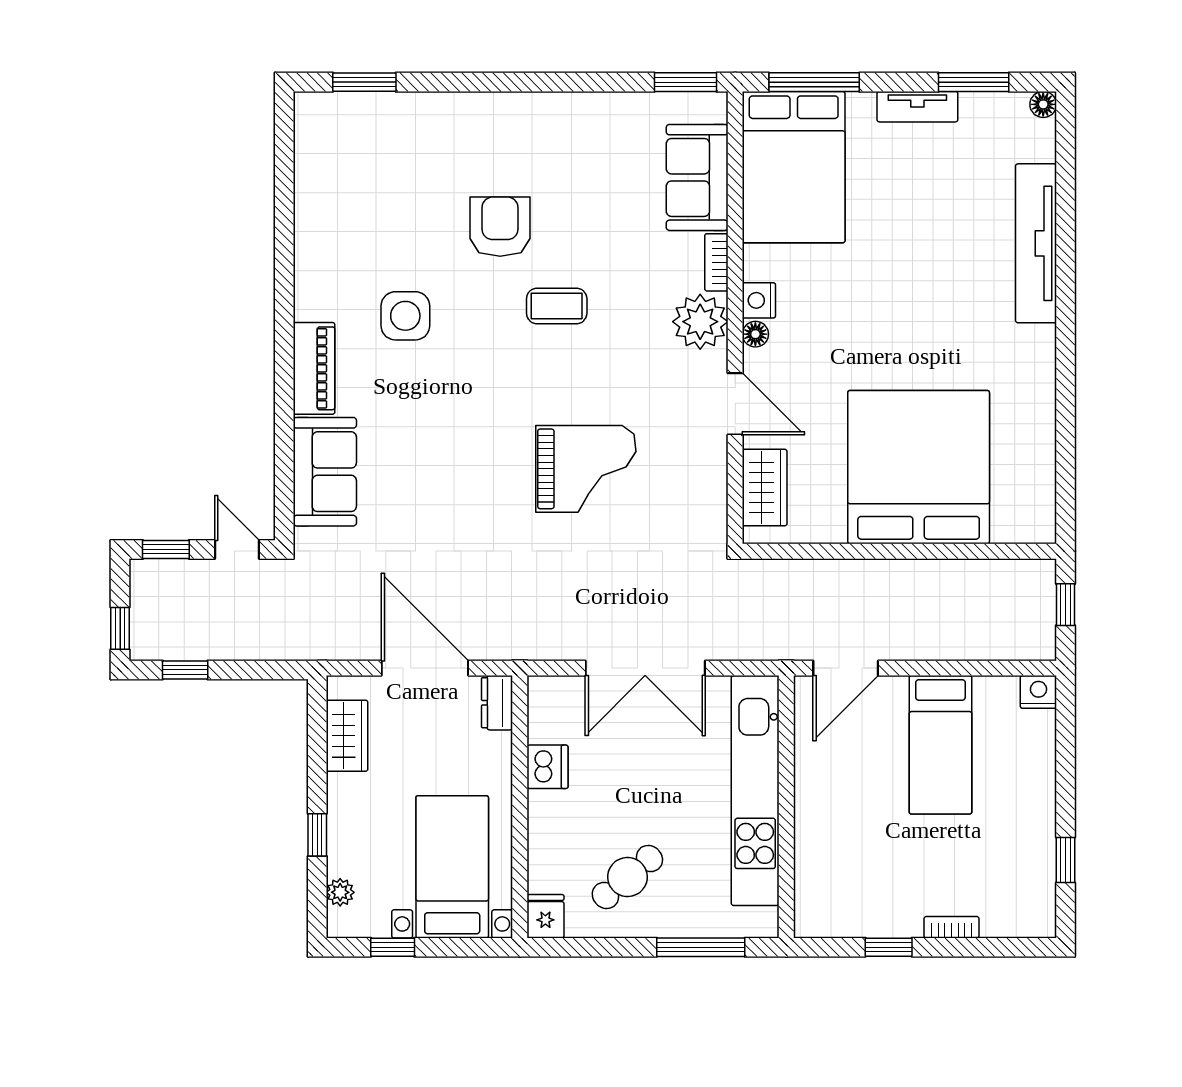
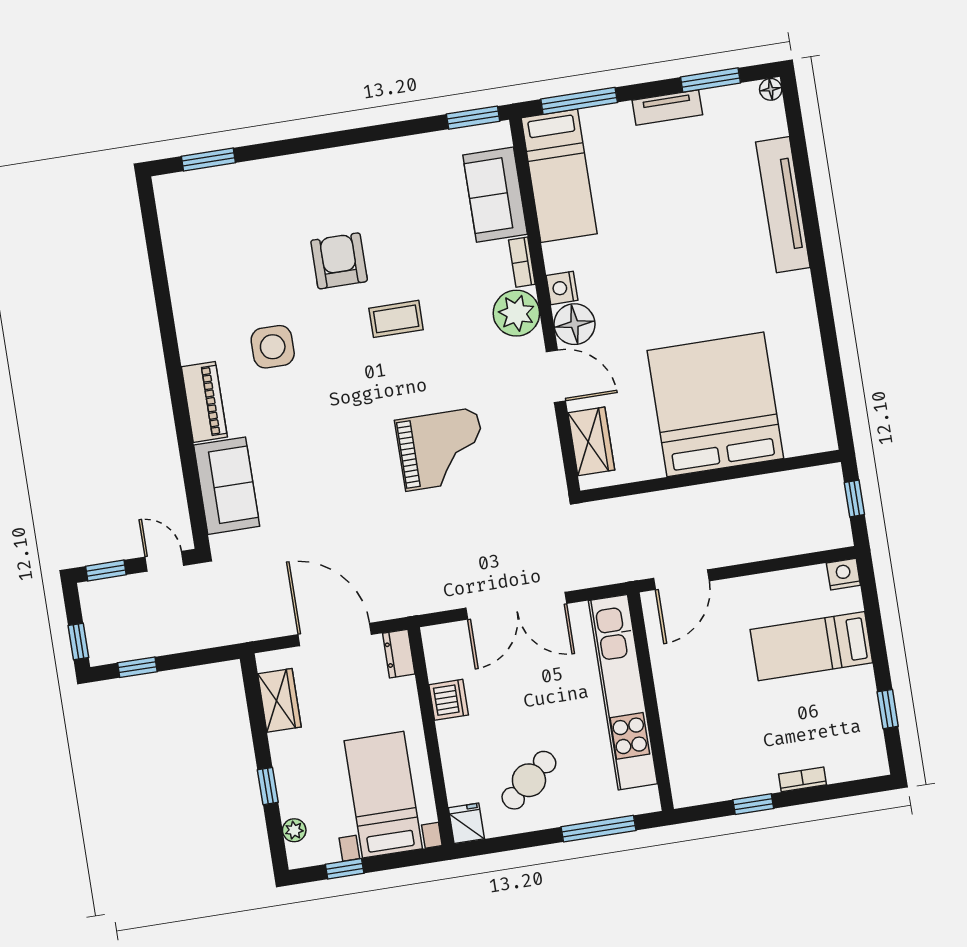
bed: (794, 167) -> (559, 176), width x0.67
floor lamp: (755, 334) -> (574, 324), width x1.89, depth x1.89
bed: (940, 745) -> (811, 646), moved, turned 90

